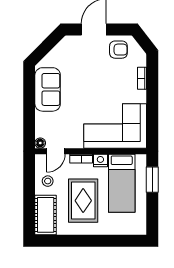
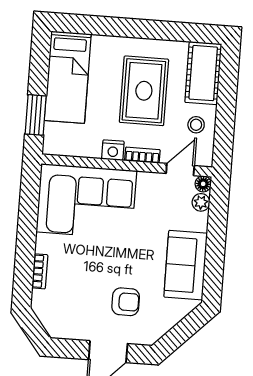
armchair: (118, 50) -> (126, 302), moved, turned 180
plant: (41, 131) -> (201, 202), added
bed: (122, 183) -> (68, 77), moved, turned 180

